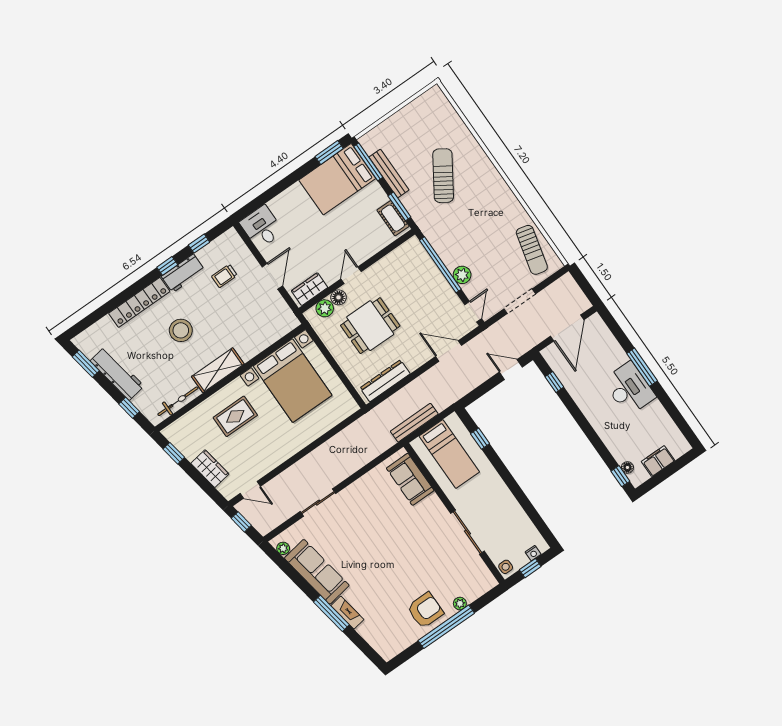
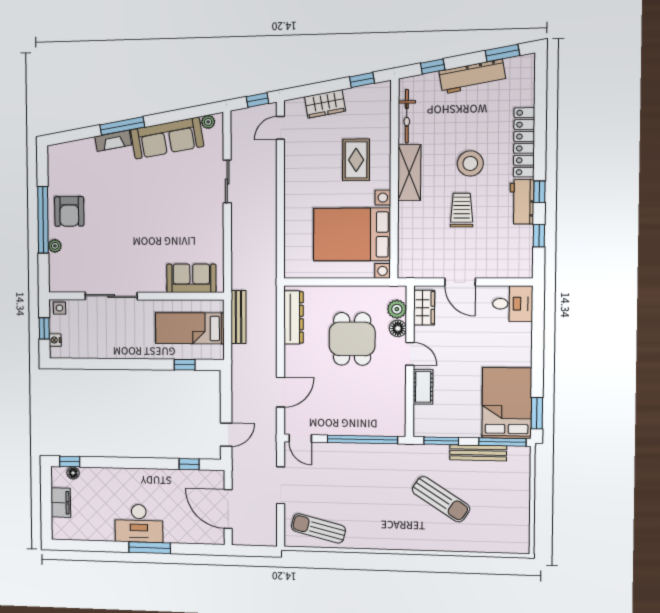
cot: (393, 218) -> (423, 387), moved, turned 90
plant: (462, 275) -> (340, 452), removed
trolley: (224, 276) -> (462, 210), moved, width x1.36, depth x1.39

